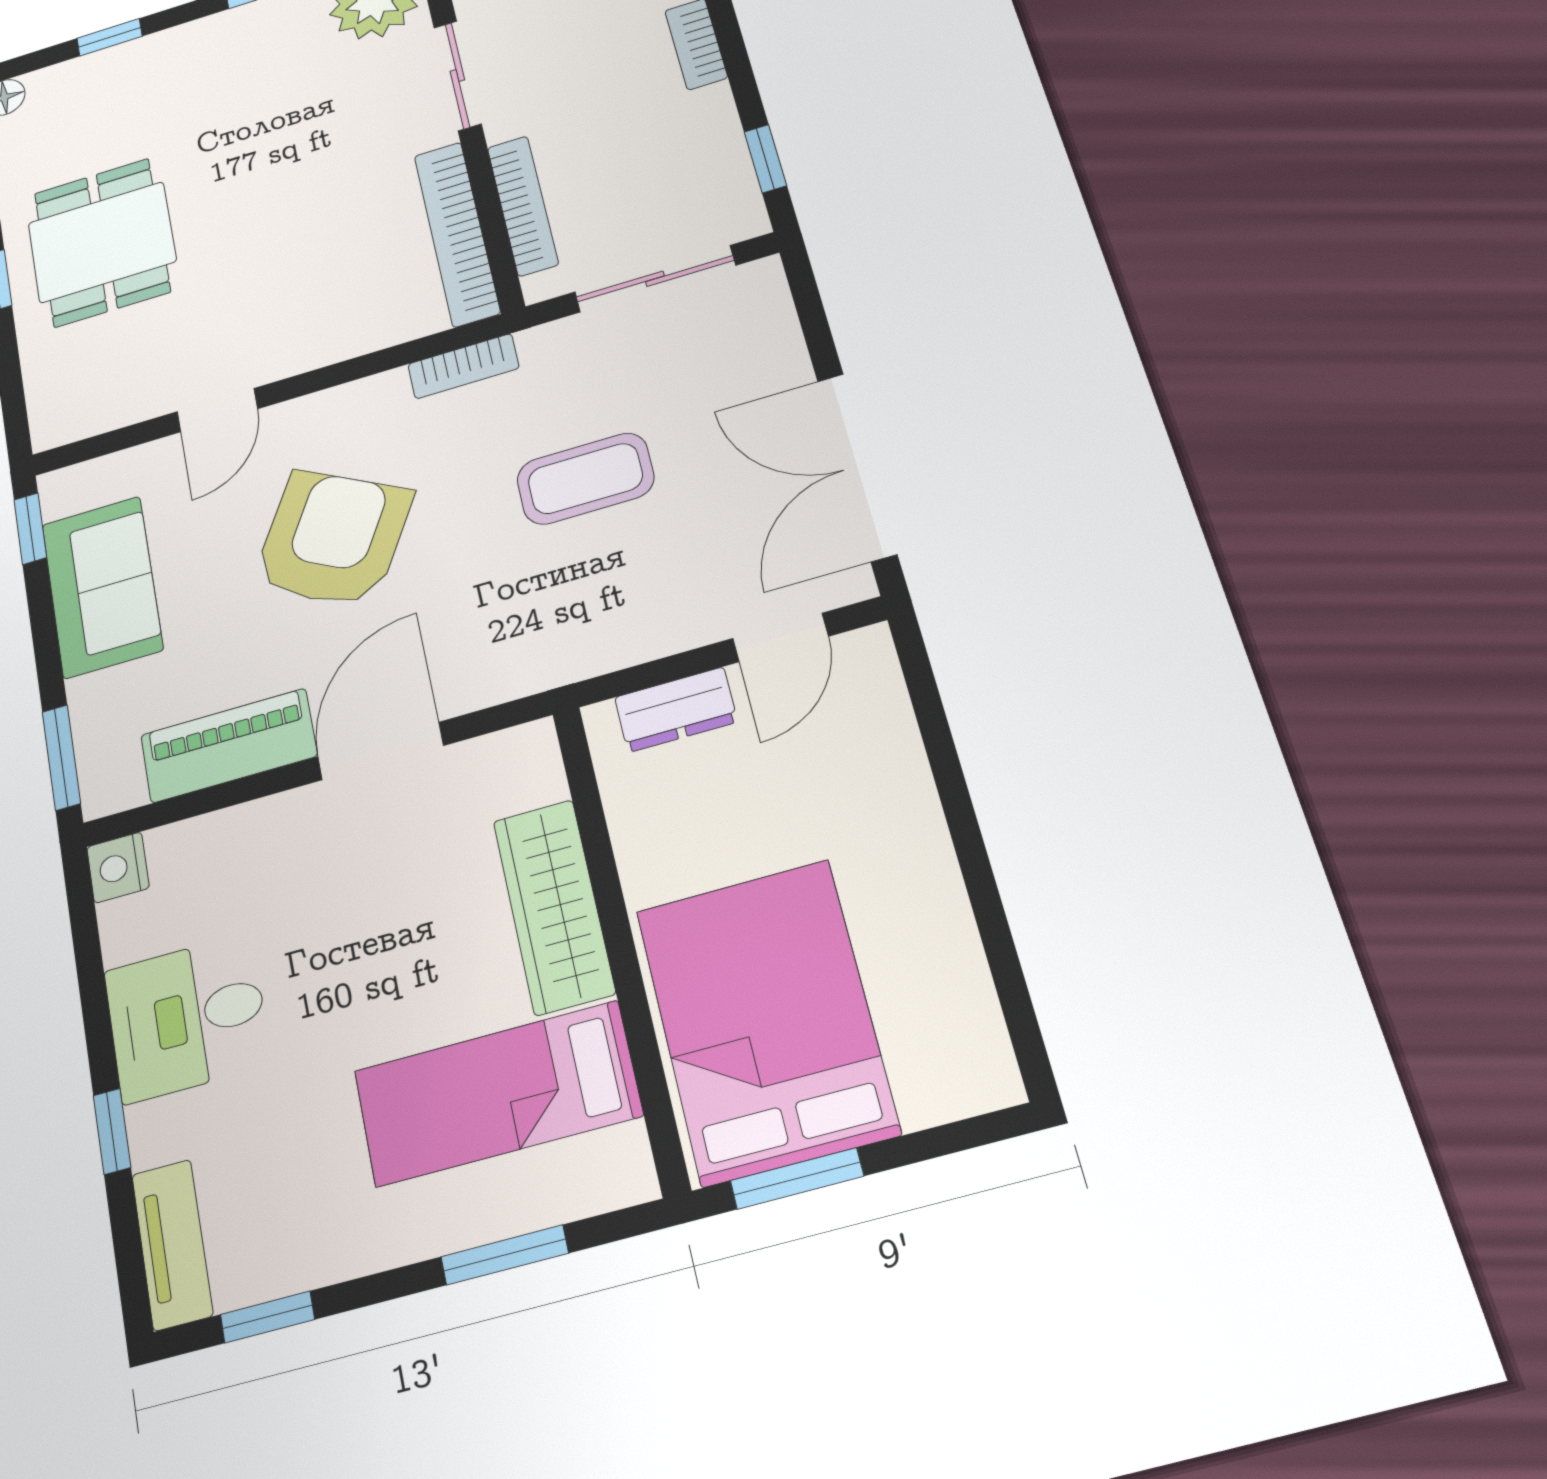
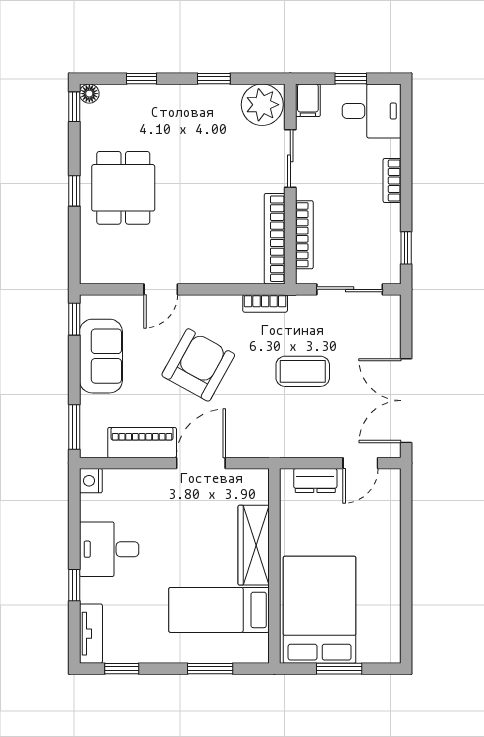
window: (797, 1178) -> (339, 669), moved

